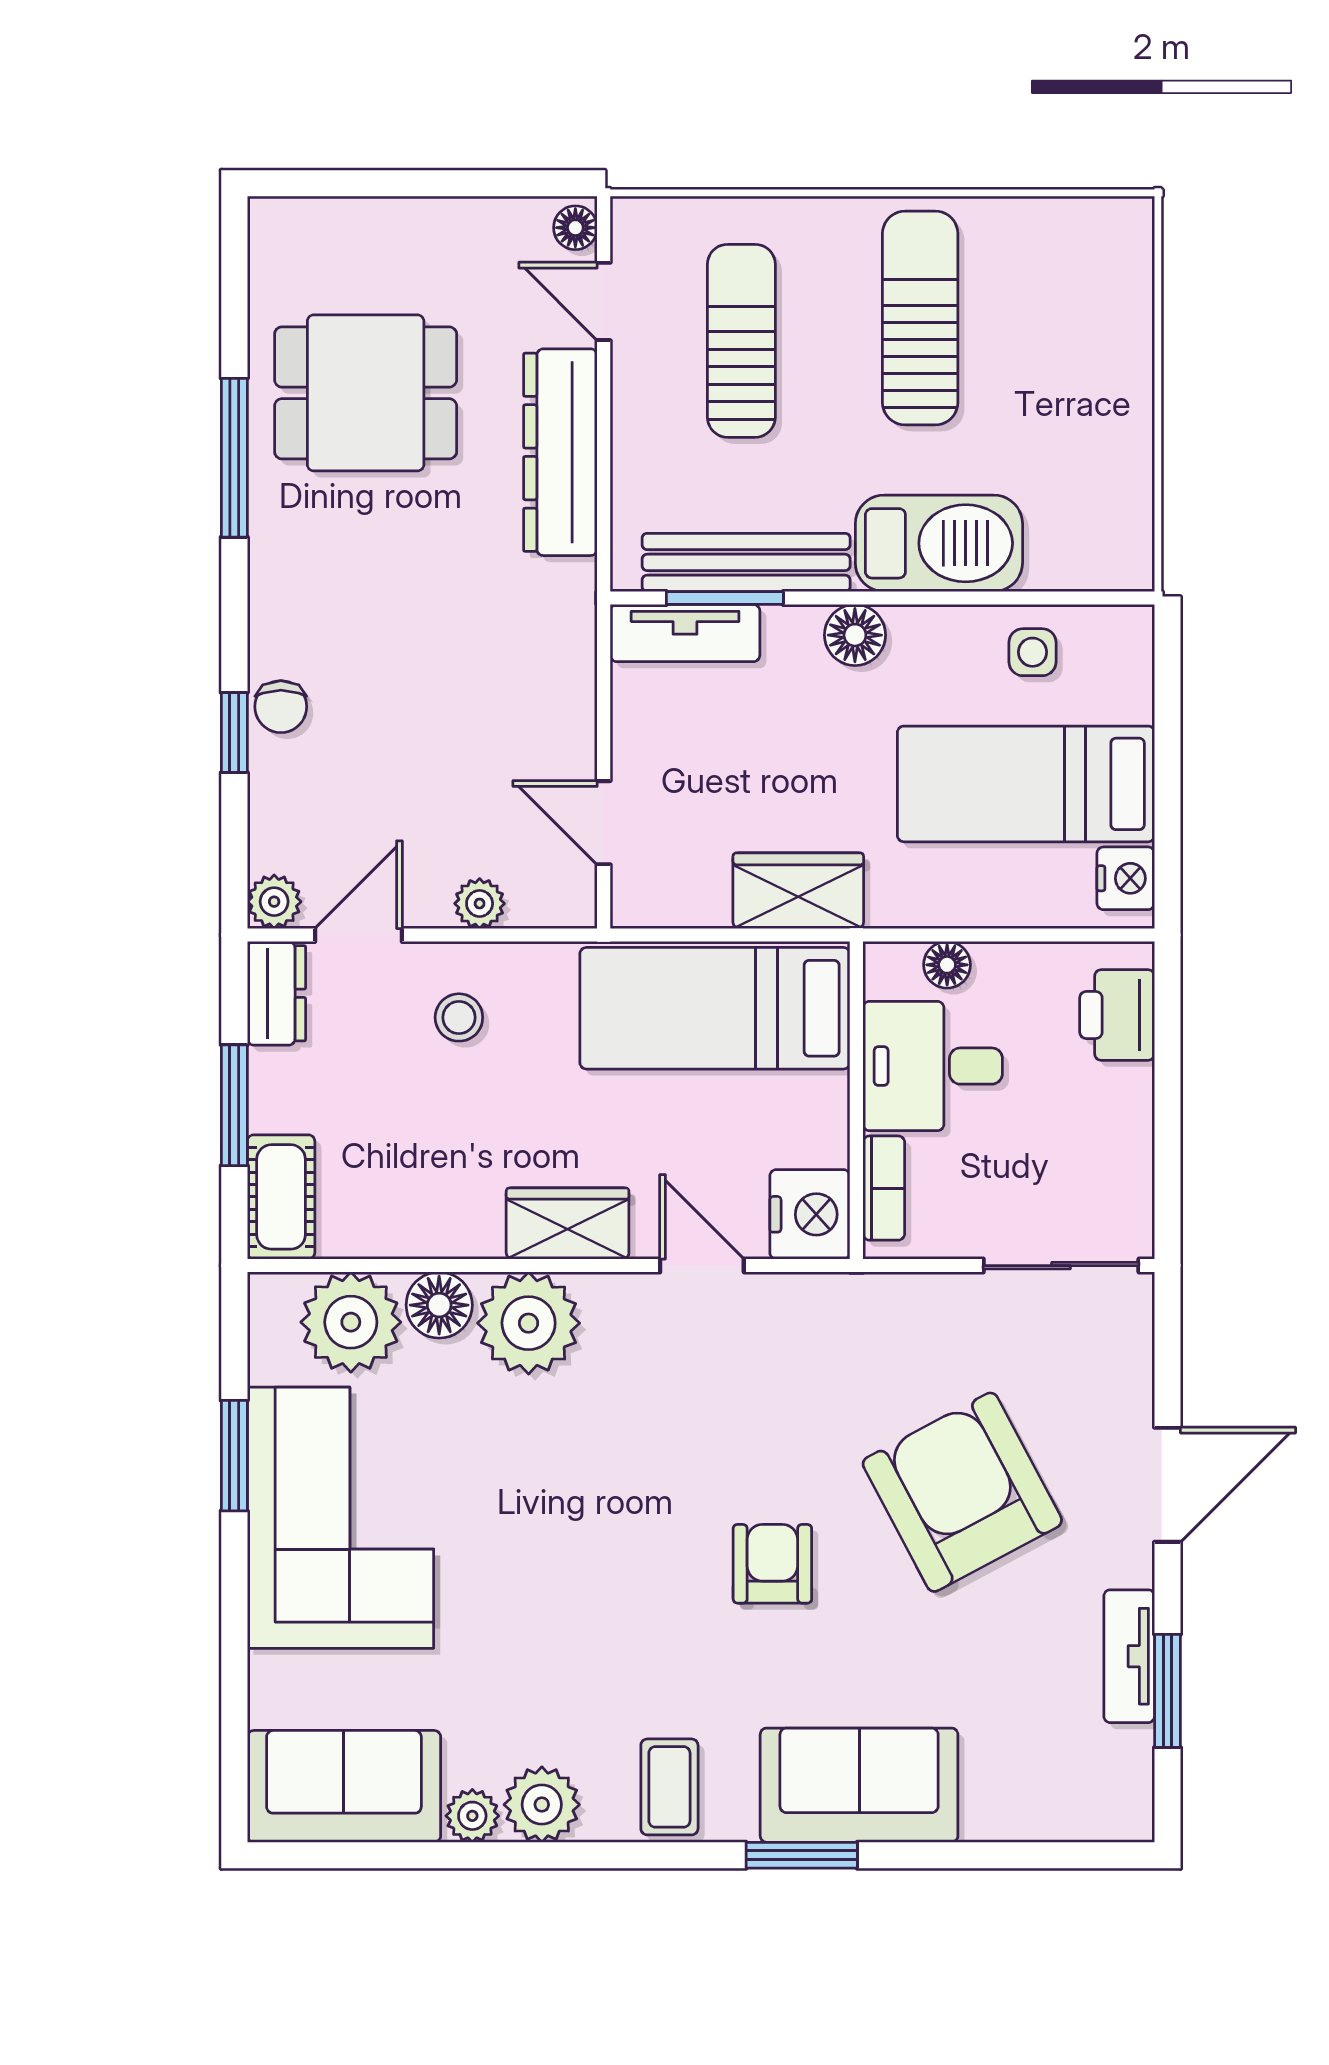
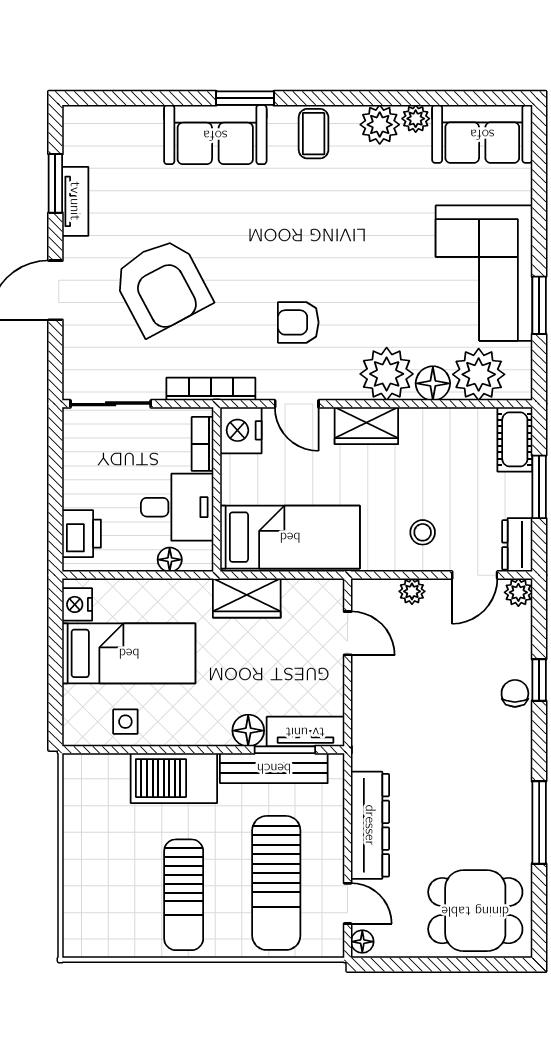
sun lounger: (741, 341) -> (276, 883), width x1.36, depth x1.34
dining table: (366, 393) -> (475, 911), moved
floor lamp: (855, 635) -> (248, 731), moved
bookcase: (868, 1294) -> (211, 389), added
armchair: (772, 1564) -> (298, 322), moved, turned 90

